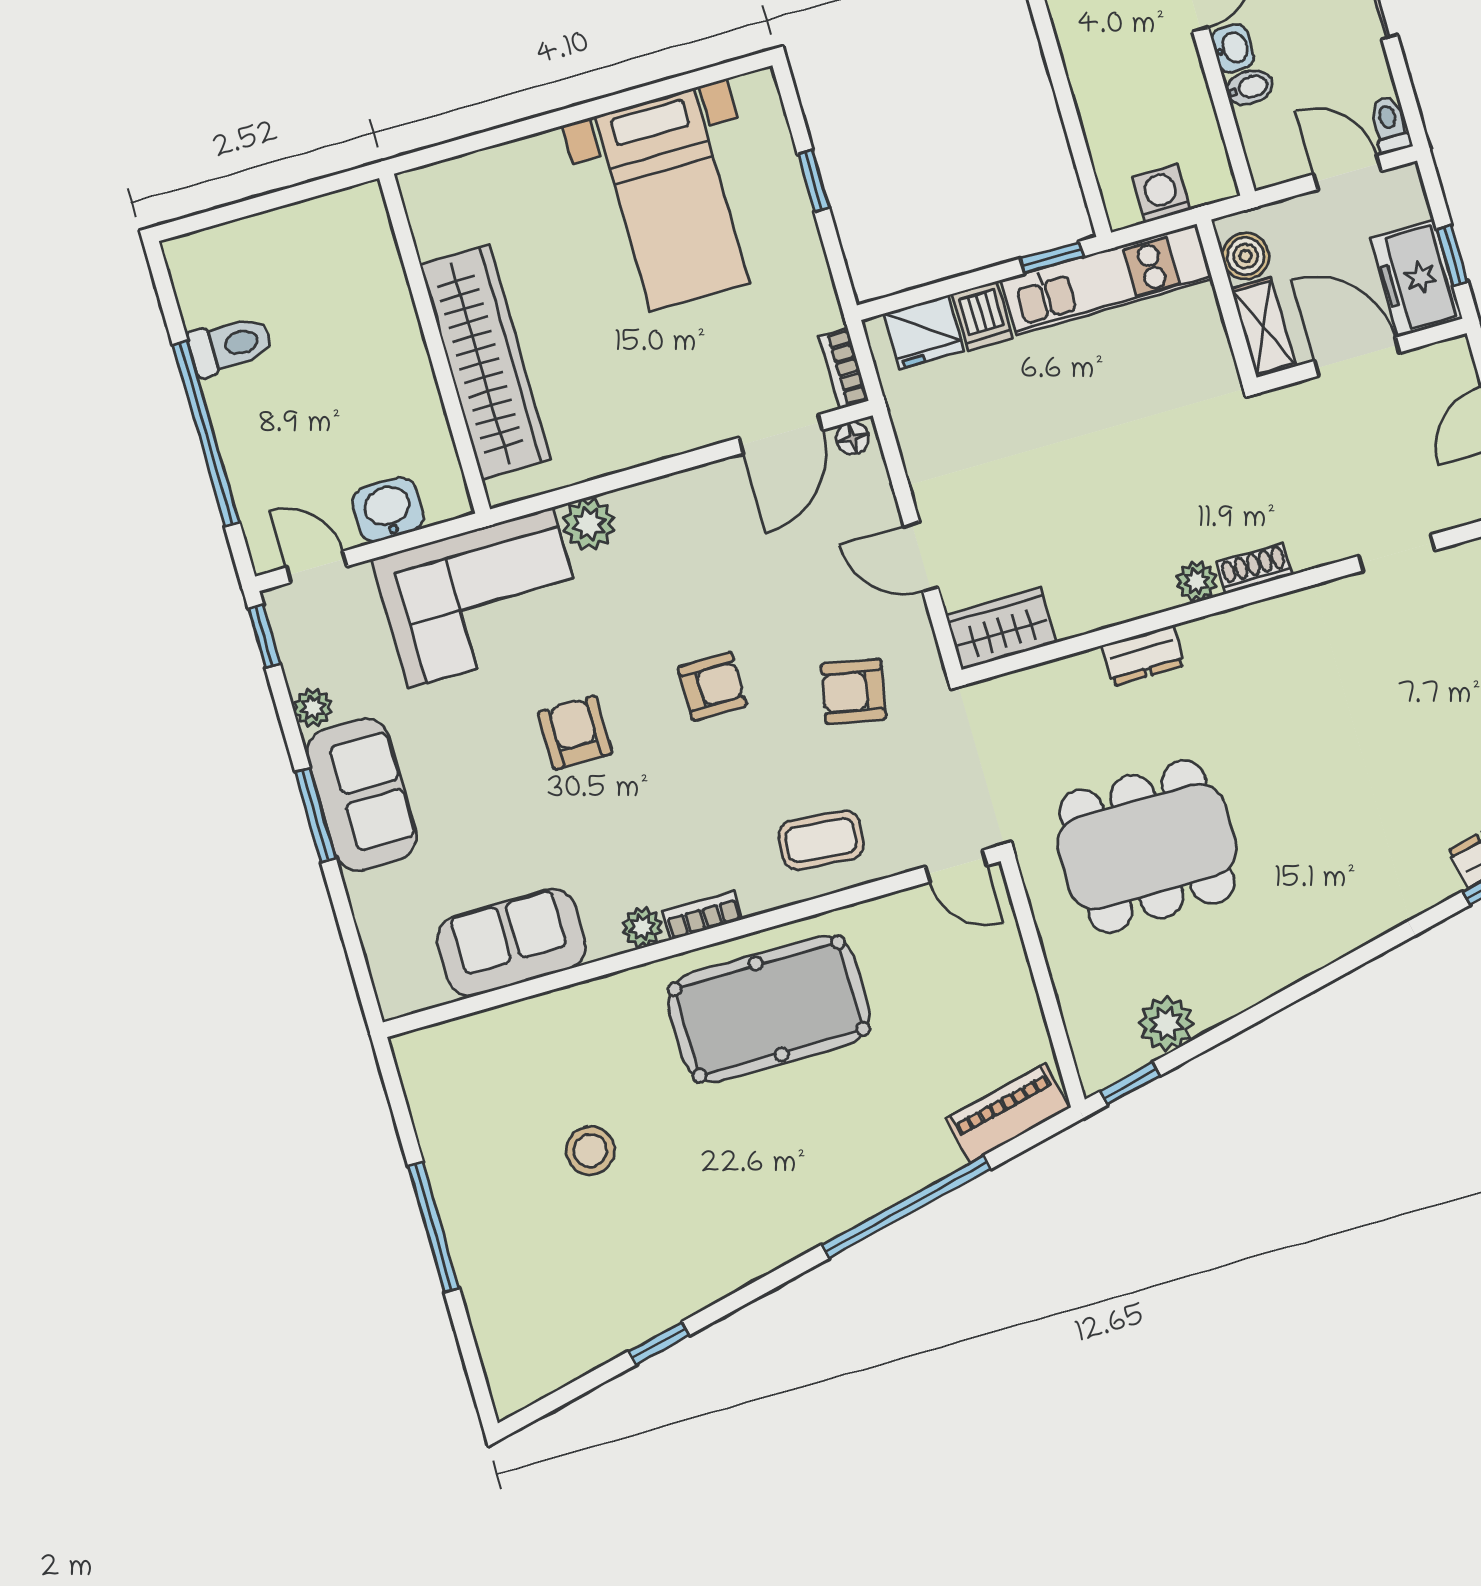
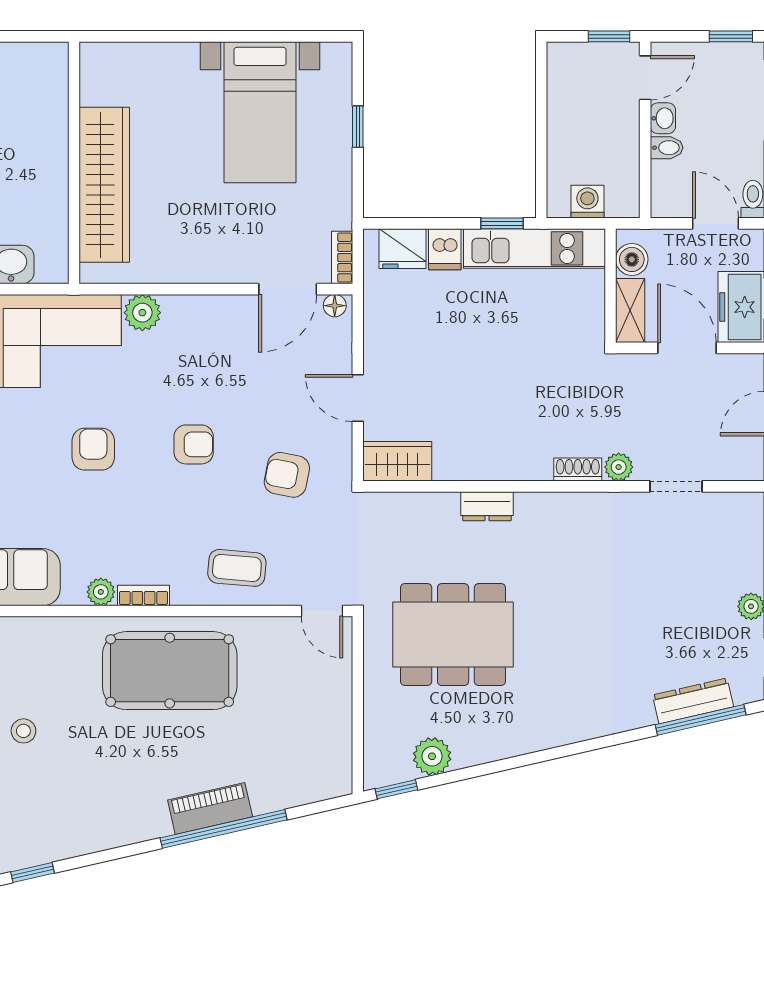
plant: (1197, 581) -> (619, 467), moved
piano: (1008, 1113) -> (210, 808), moved
stool: (590, 1151) -> (23, 731), width x0.73, depth x0.73

